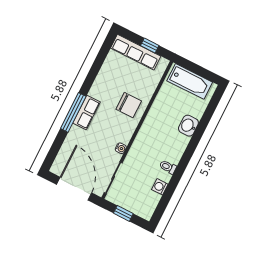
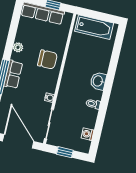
plant: (99, 84) -> (18, 47), added
washbasin: (188, 126) -> (98, 81), moved
washing machine: (160, 187) -> (87, 134), moved

